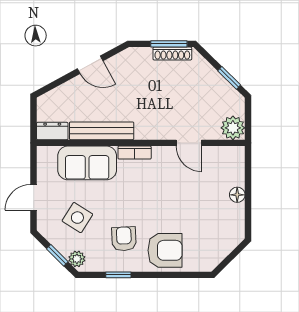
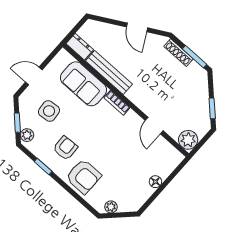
shoe rack: (172, 54) -> (178, 53), moved
side table: (77, 218) -> (49, 111), turned -38
plant: (216, 256) -> (111, 207), added

